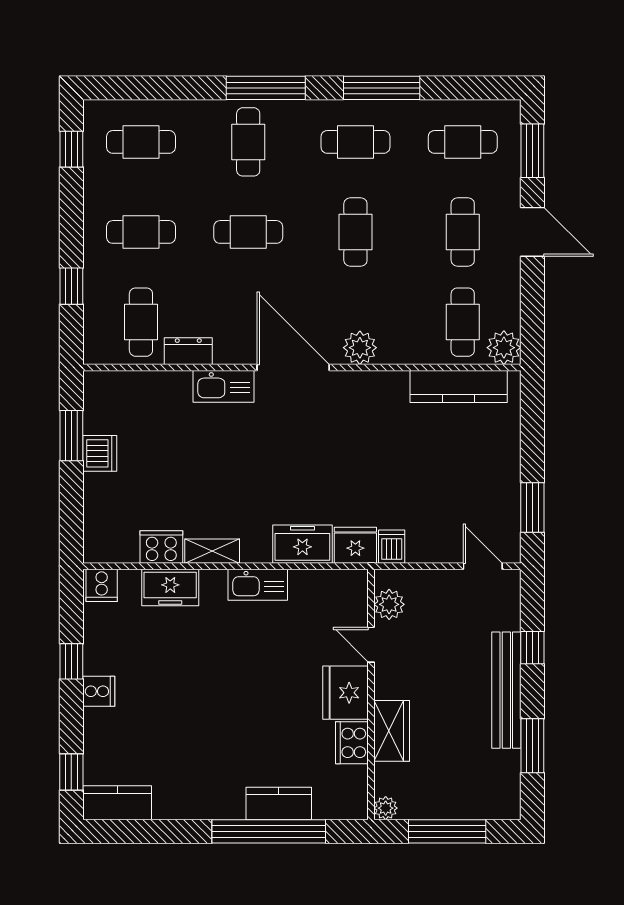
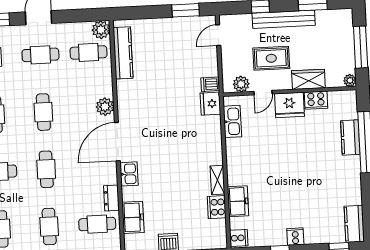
cafe table: (355, 232) -> (43, 112), turned 90
kitchen sink: (223, 386) -> (129, 174), width x0.73
freezer: (302, 544) -> (133, 217), moved, turned 180
kitchen sink: (258, 585) -> (232, 121), moved
rug: (434, 663) -> (271, 58), added

